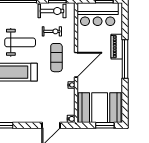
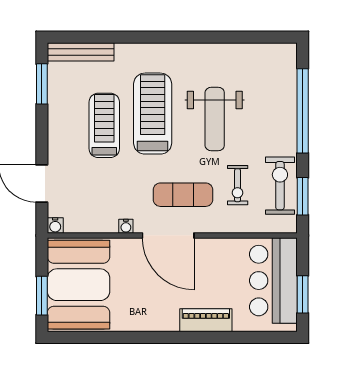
exercise bike: (52, 11) -> (280, 186), turned 180
window: (125, 59) -> (180, 337), removed
treadmill: (23, 95) -> (104, 125), added

